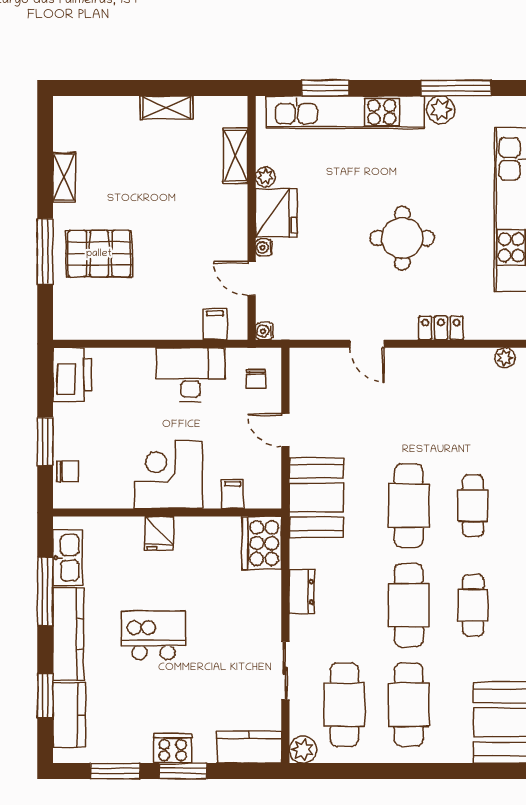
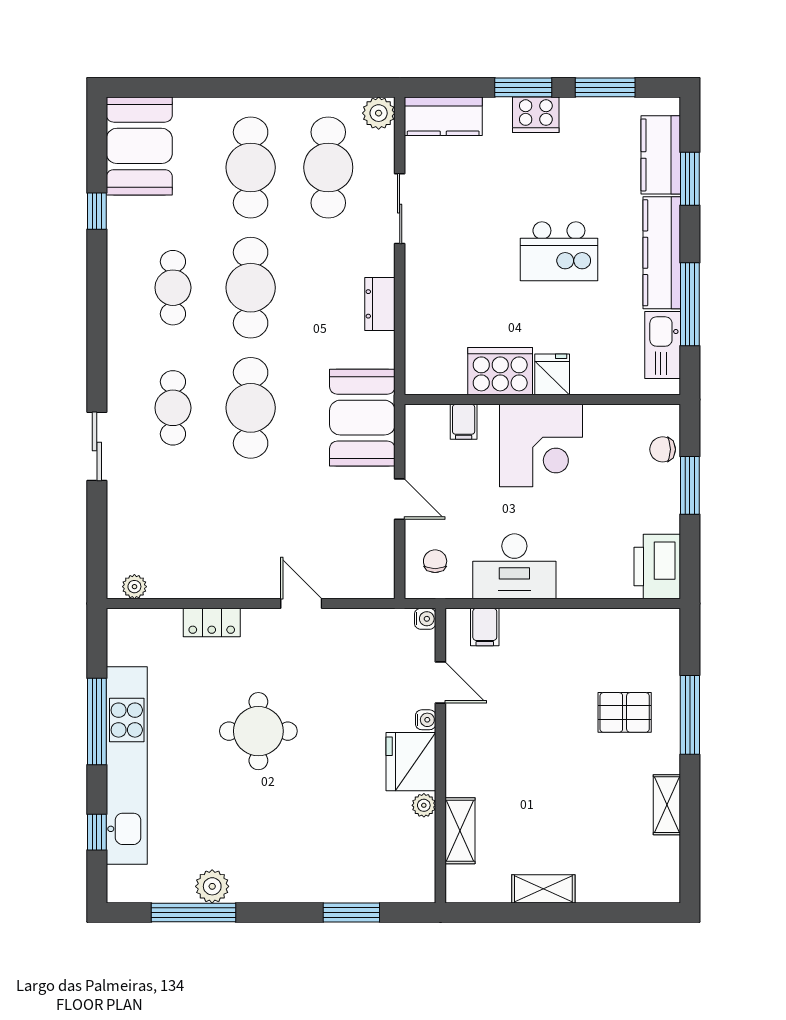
kitchen unit: (345, 112) -> (327, 883), removed
pallet: (99, 254) -> (625, 712), width x0.67, depth x0.71
cooker: (262, 543) -> (500, 371), moved, turned -90

